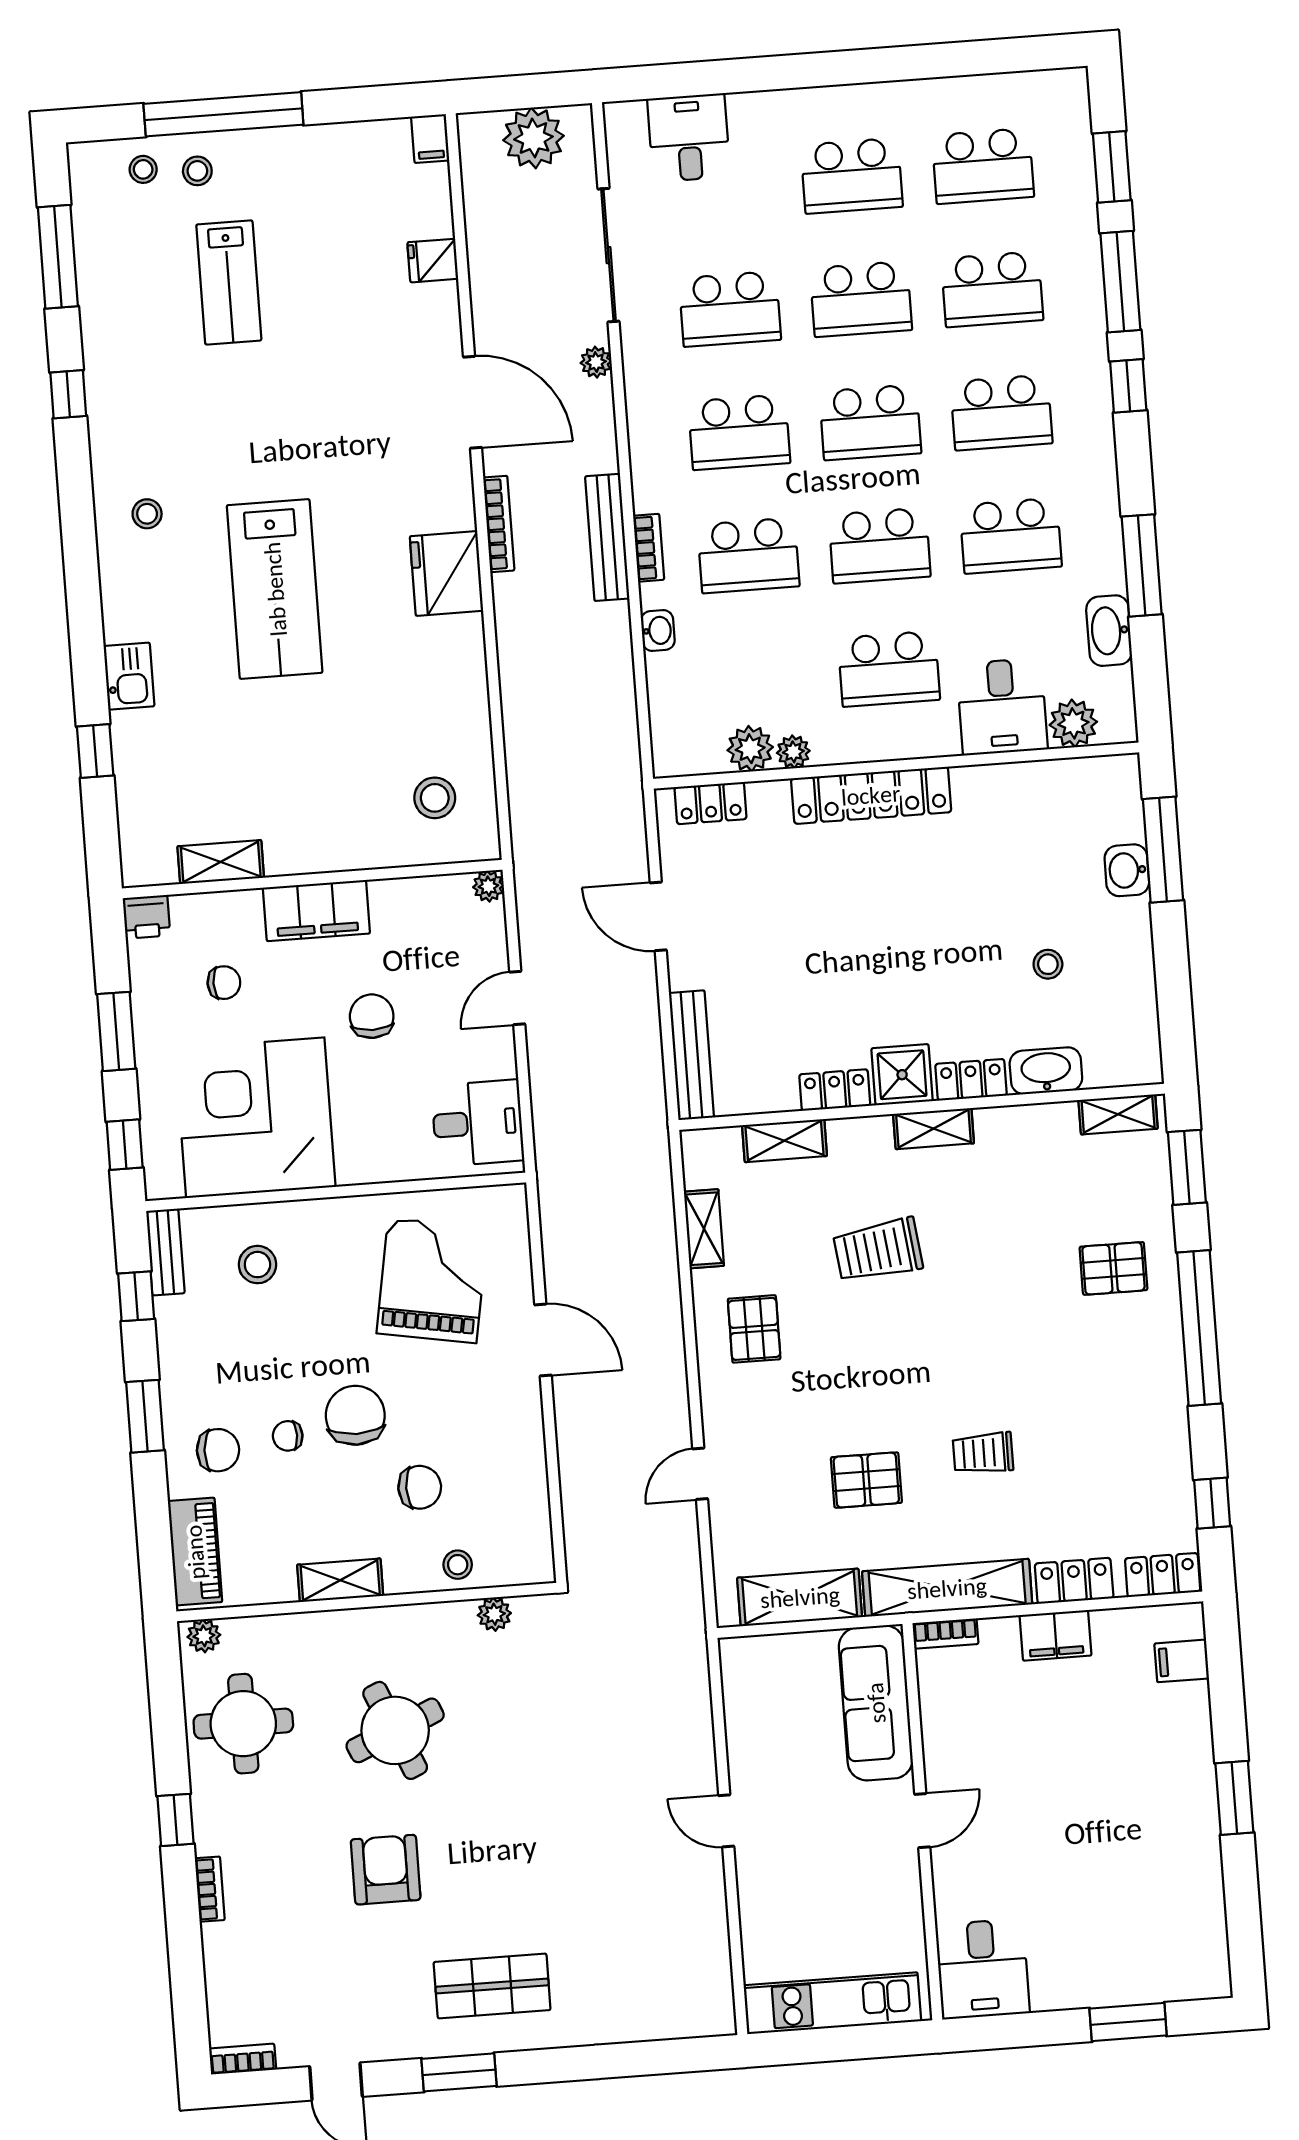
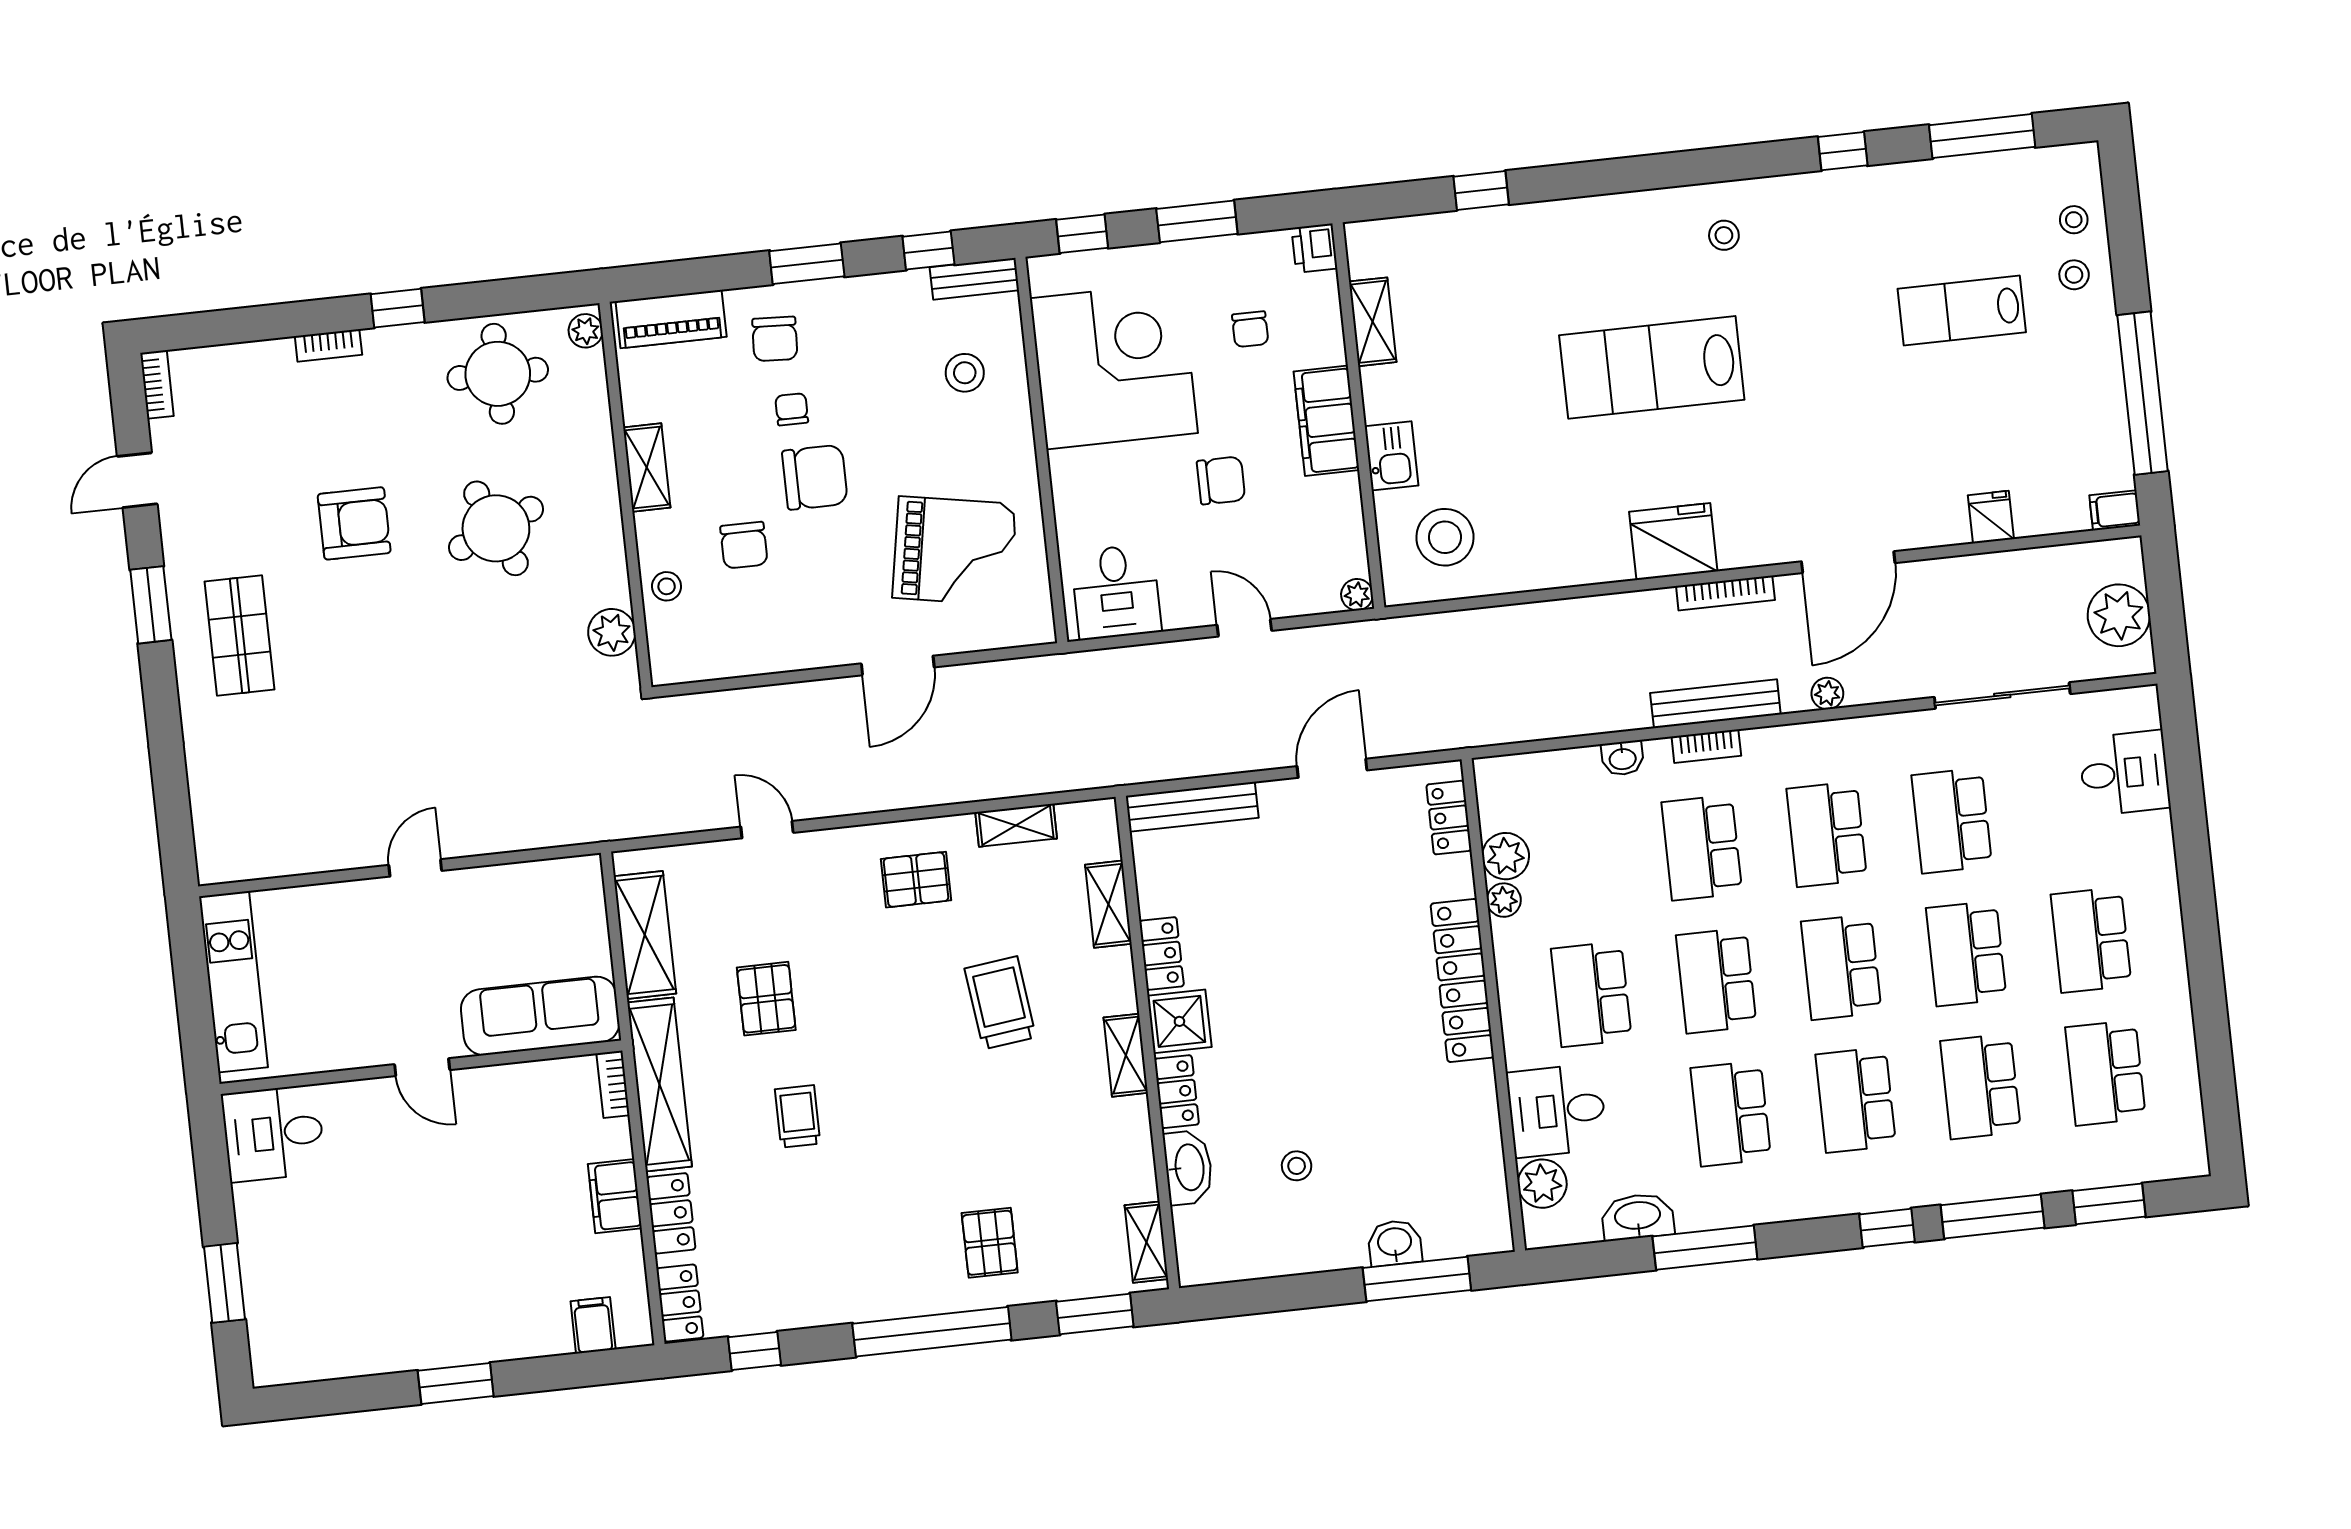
window: (223, 114) -> (2143, 393), moved
plant: (596, 362) -> (1827, 694), moved
kitchen sink: (129, 676) -> (1392, 456), moved, turned -90
stool: (435, 798) -> (1445, 537), width x1.38, depth x1.38
plant: (494, 1614) -> (612, 632), width x1.38, depth x1.38

